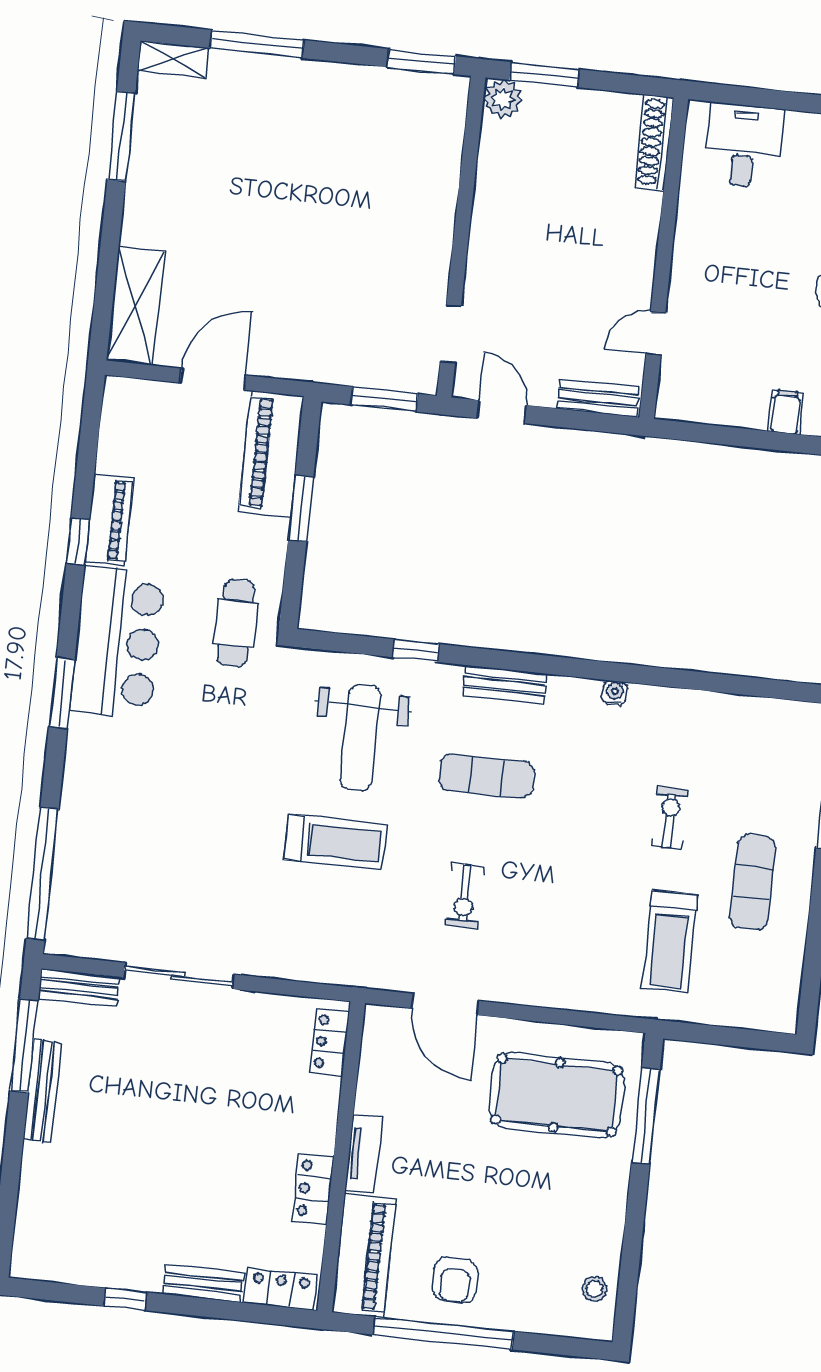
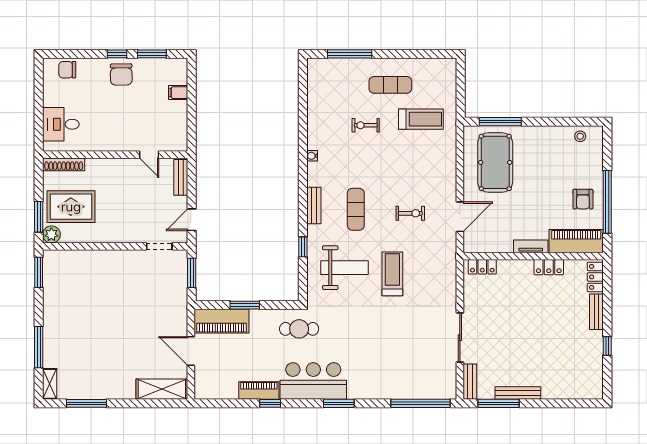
rug: (559, 148) -> (71, 207), added
armchair: (455, 1280) -> (583, 199), turned 90

